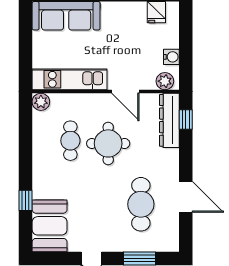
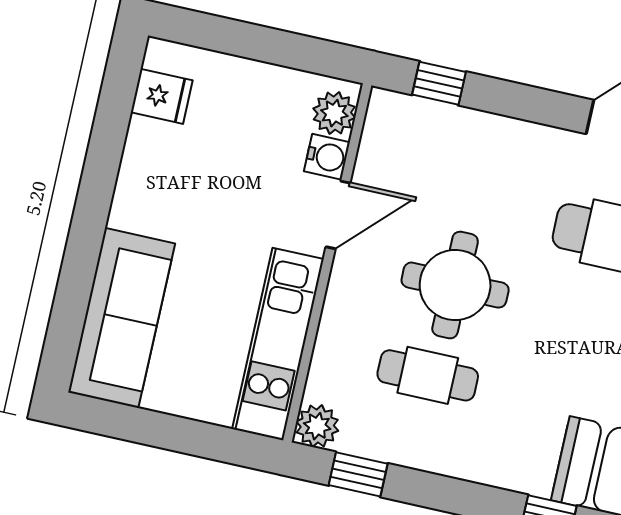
water cooler: (171, 57) -> (327, 157), moved, turned 90
dresser: (169, 120) -> (432, 123), removed
window: (26, 122) -> (358, 474), added

